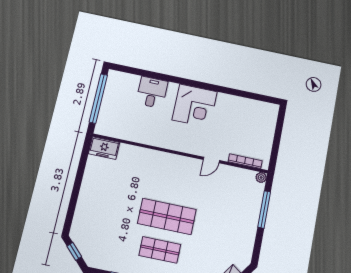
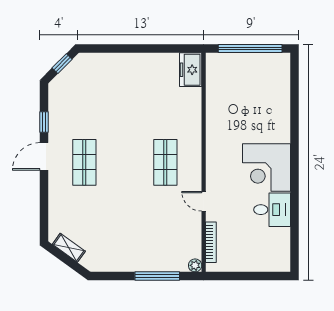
desk: (152, 92) -> (272, 210), moved
shop shelf: (167, 216) -> (165, 162), moved, width x0.70, depth x0.74

